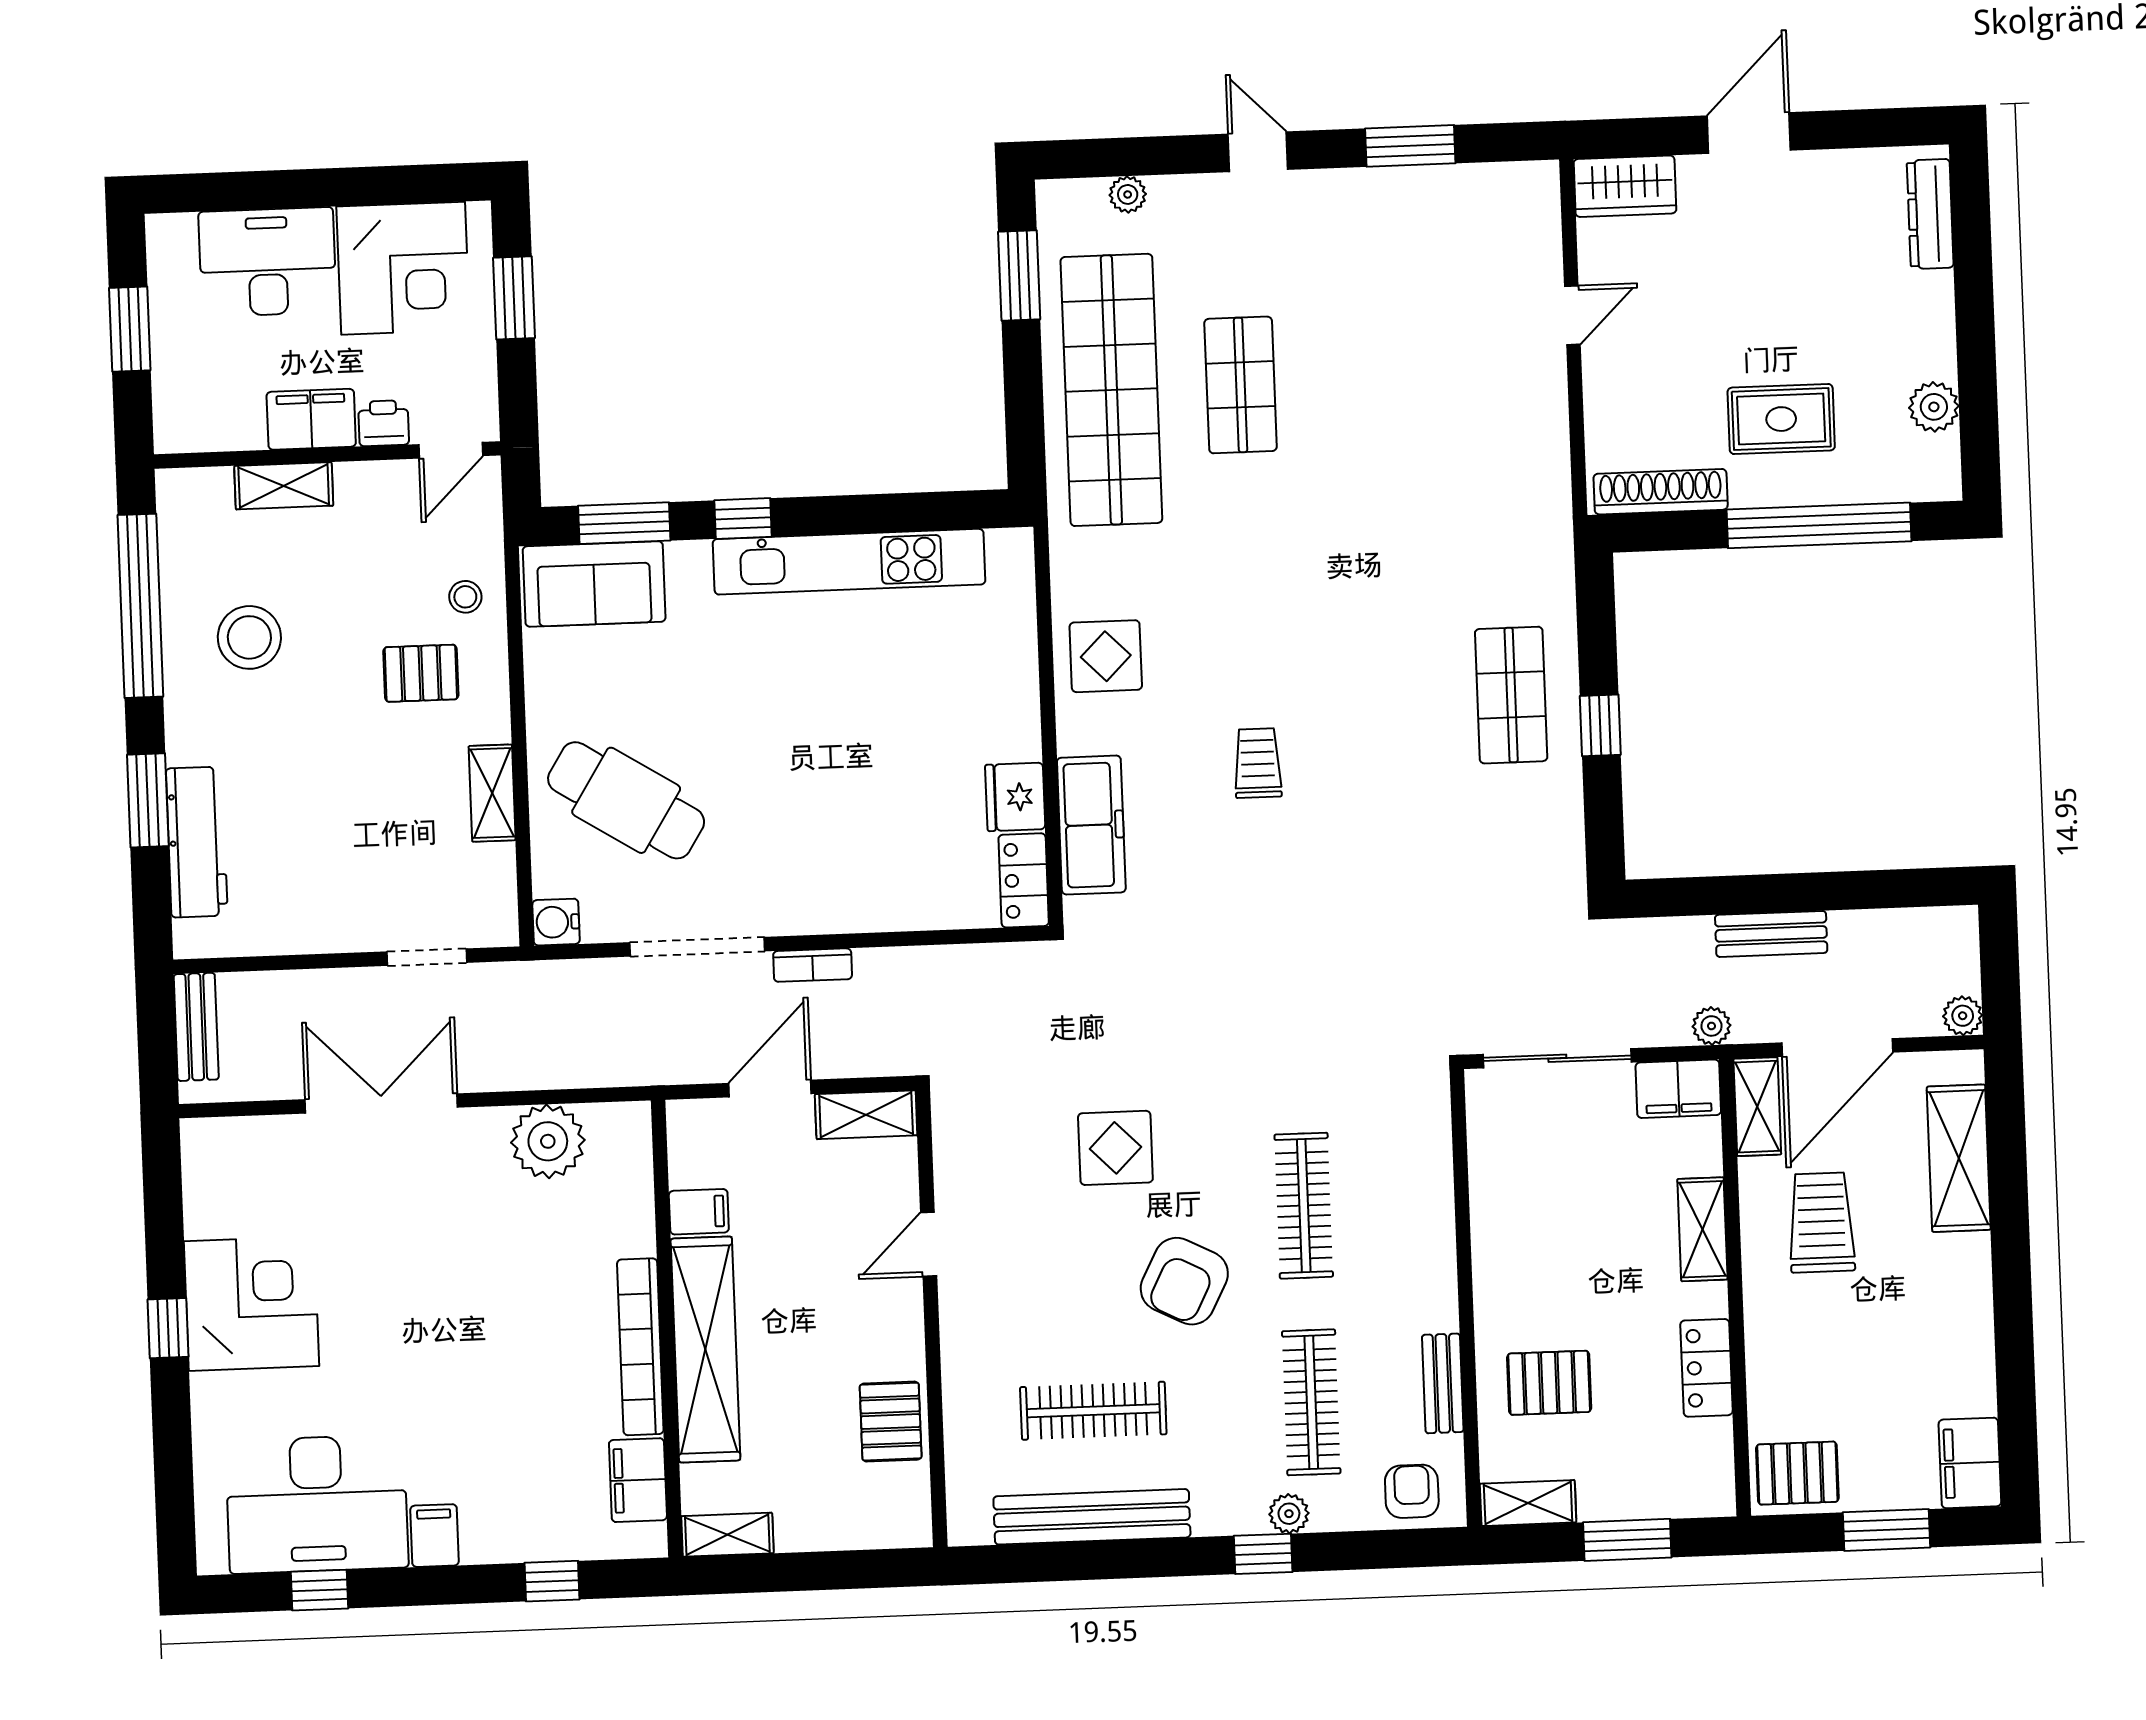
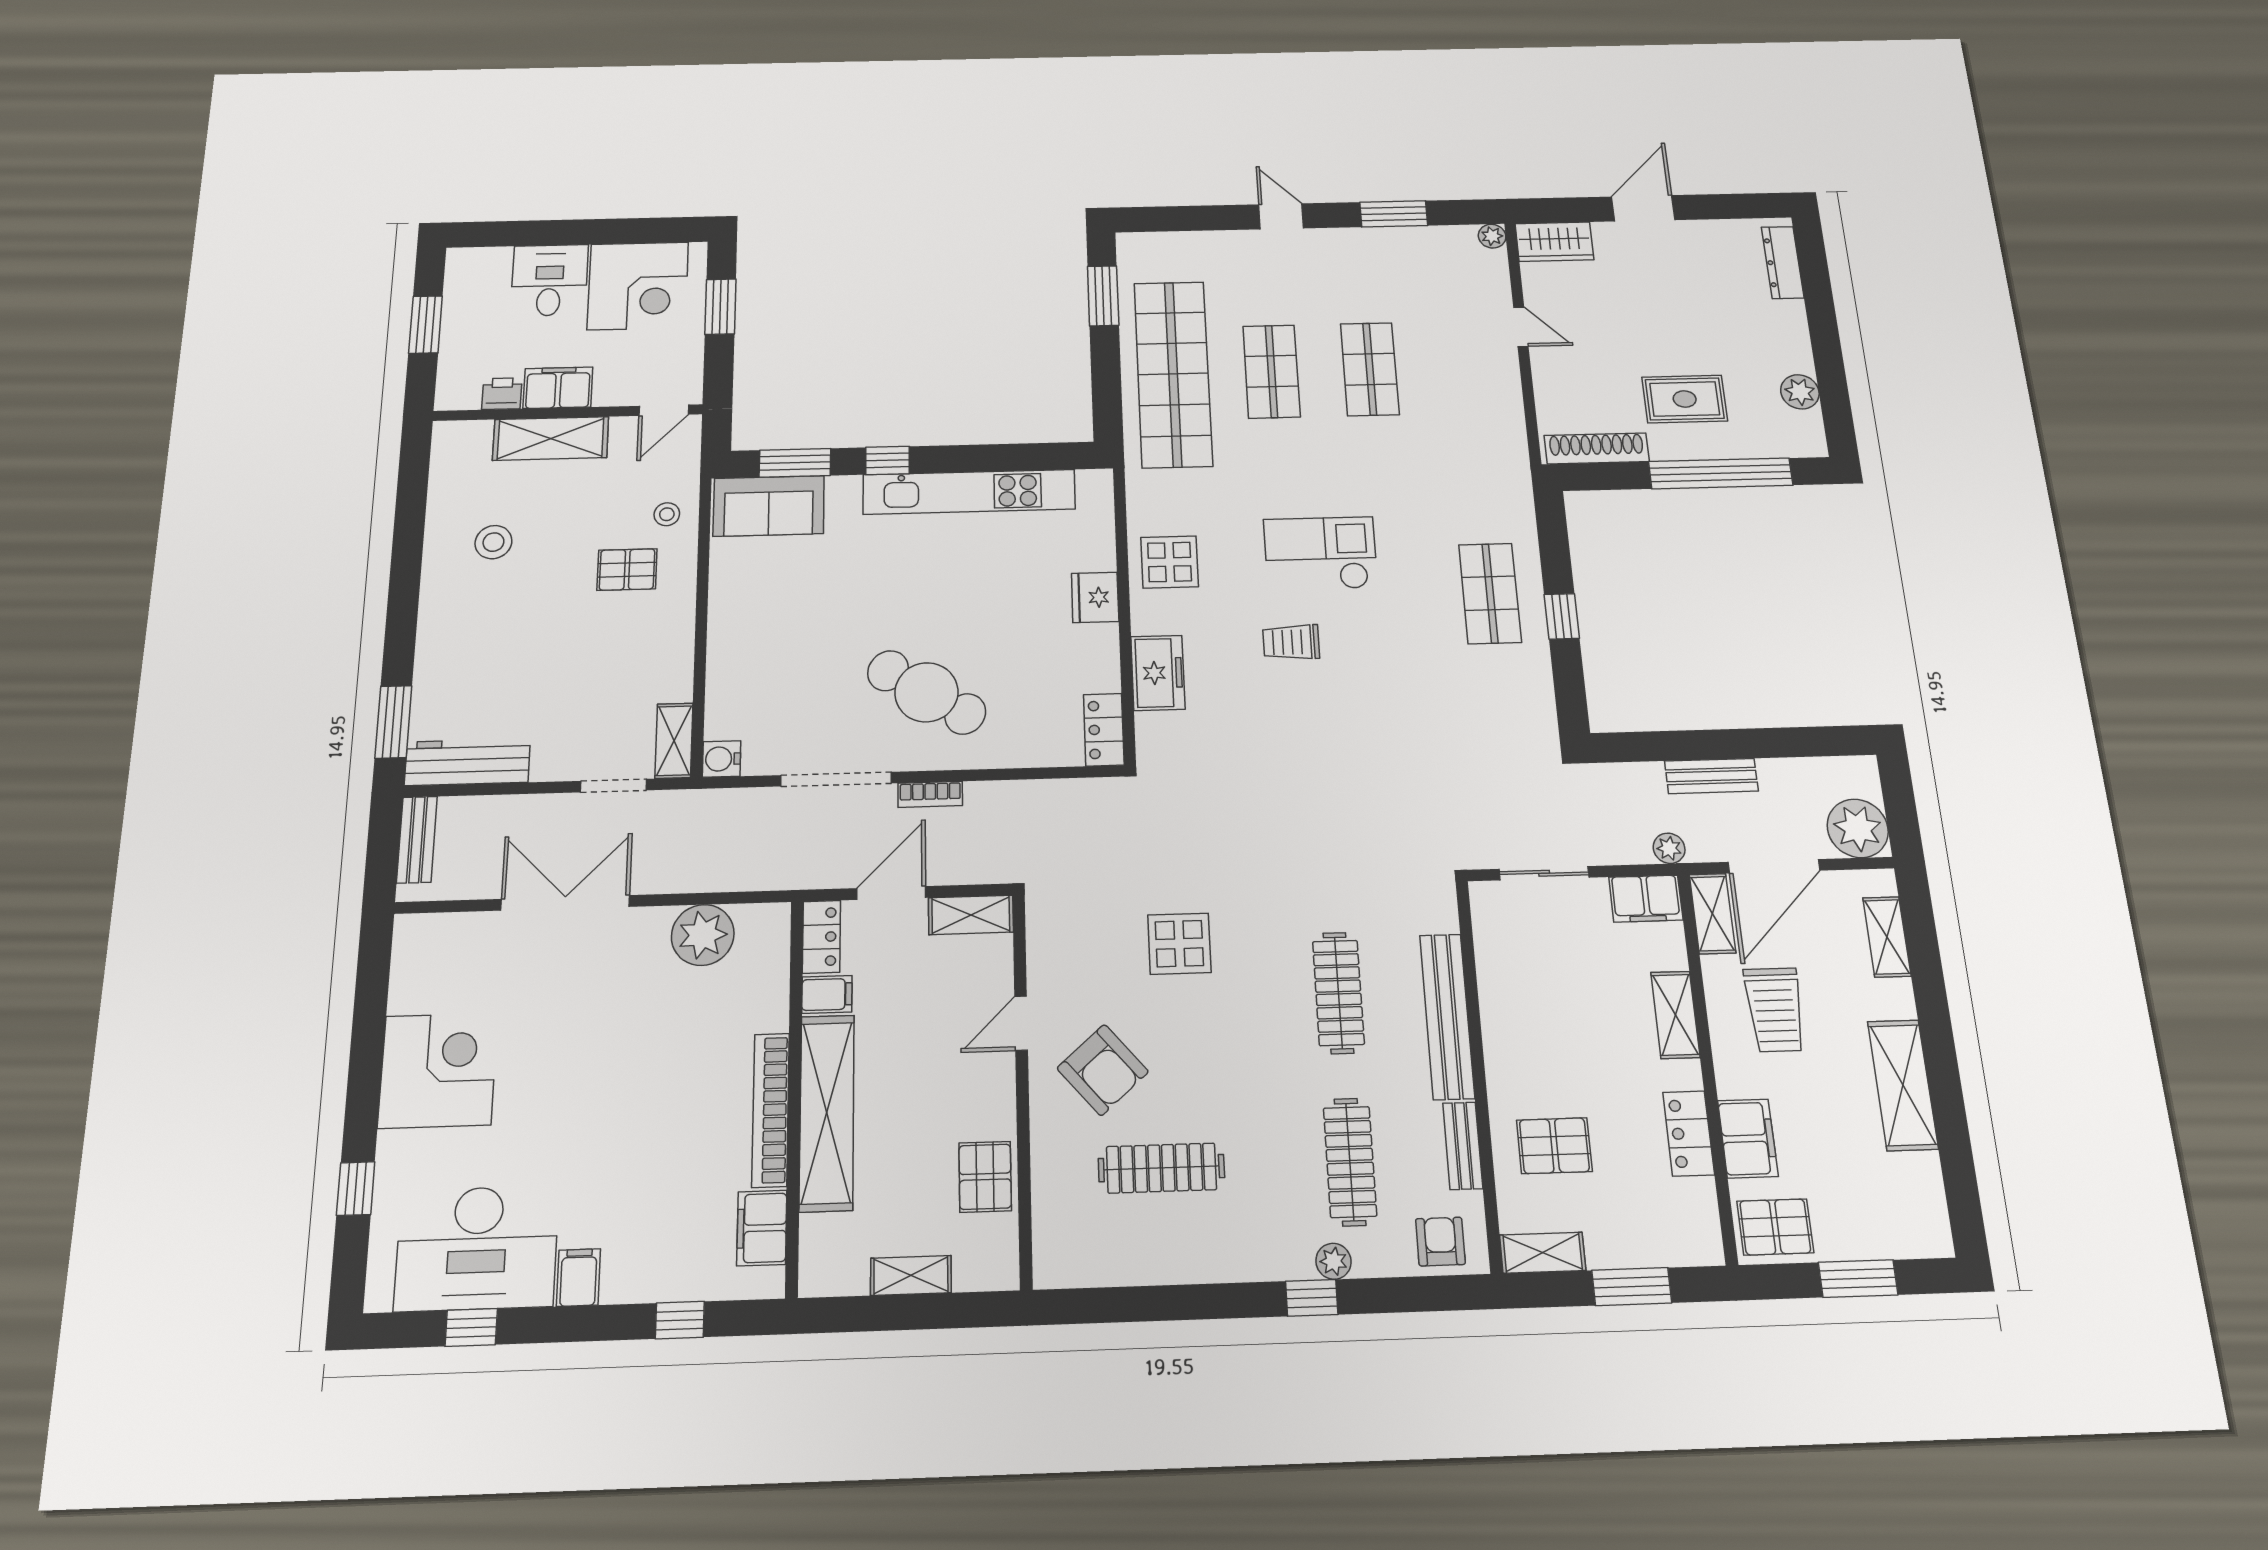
plant: (1128, 194) -> (1492, 236), moved
desk: (267, 262) -> (549, 280), width x0.73
door: (1572, 315) -> (1521, 327), hinge flipped
shop shelf: (1370, 380) -> (1370, 369), added
printer: (384, 423) -> (502, 394), moved
shelving: (284, 486) -> (551, 439), width x1.50, depth x1.33
window: (140, 606) -> (410, 518), removed
stool: (249, 637) -> (493, 542), width x0.73, depth x0.73
checkout: (1298, 643) -> (1320, 553), added
trolley: (1258, 763) -> (1291, 642), turned -90
shelving: (492, 793) -> (674, 741), moved
fridge: (1015, 797) -> (1095, 597), moved
window: (148, 800) -> (393, 722), moved
cafe table: (626, 800) -> (926, 692), moved
freezer: (1091, 825) -> (1158, 673), width x0.71
workbench: (197, 842) -> (467, 762), moved, turned -90
plant: (1963, 1016) -> (1858, 828), width x1.88, depth x1.88
sliding door: (1557, 1058) -> (1544, 873), width x0.73
locker: (689, 1143) -> (821, 937), added
shelving: (1959, 1158) -> (1887, 937), width x0.67, depth x0.75
trolley: (1821, 1222) -> (1775, 1010), turned 180
armchair: (1184, 1281) -> (1103, 1070), moved, turned -68
shelving: (1963, 1310) -> (1903, 1085), added
window: (168, 1328) -> (356, 1189), moved
filing cabinet: (1970, 1463) -> (1748, 1138), moved, turned 180
bench: (1092, 1517) -> (1447, 1016), moved, turned 90
shelving: (727, 1535) -> (911, 1275), moved

